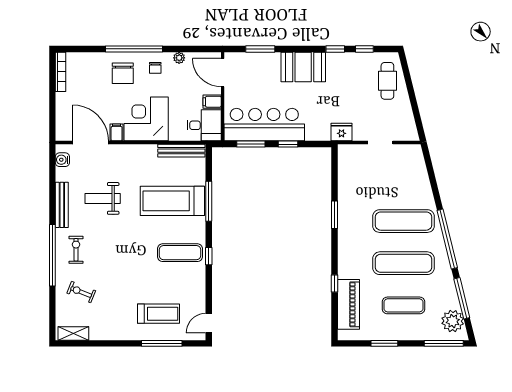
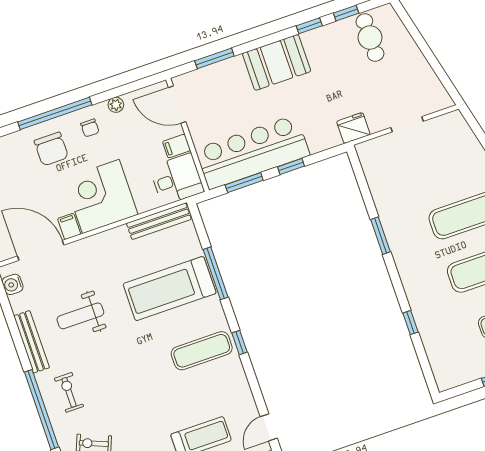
cafe table: (387, 81) -> (370, 38), moved
piano: (348, 304) -> (437, 343), removed

